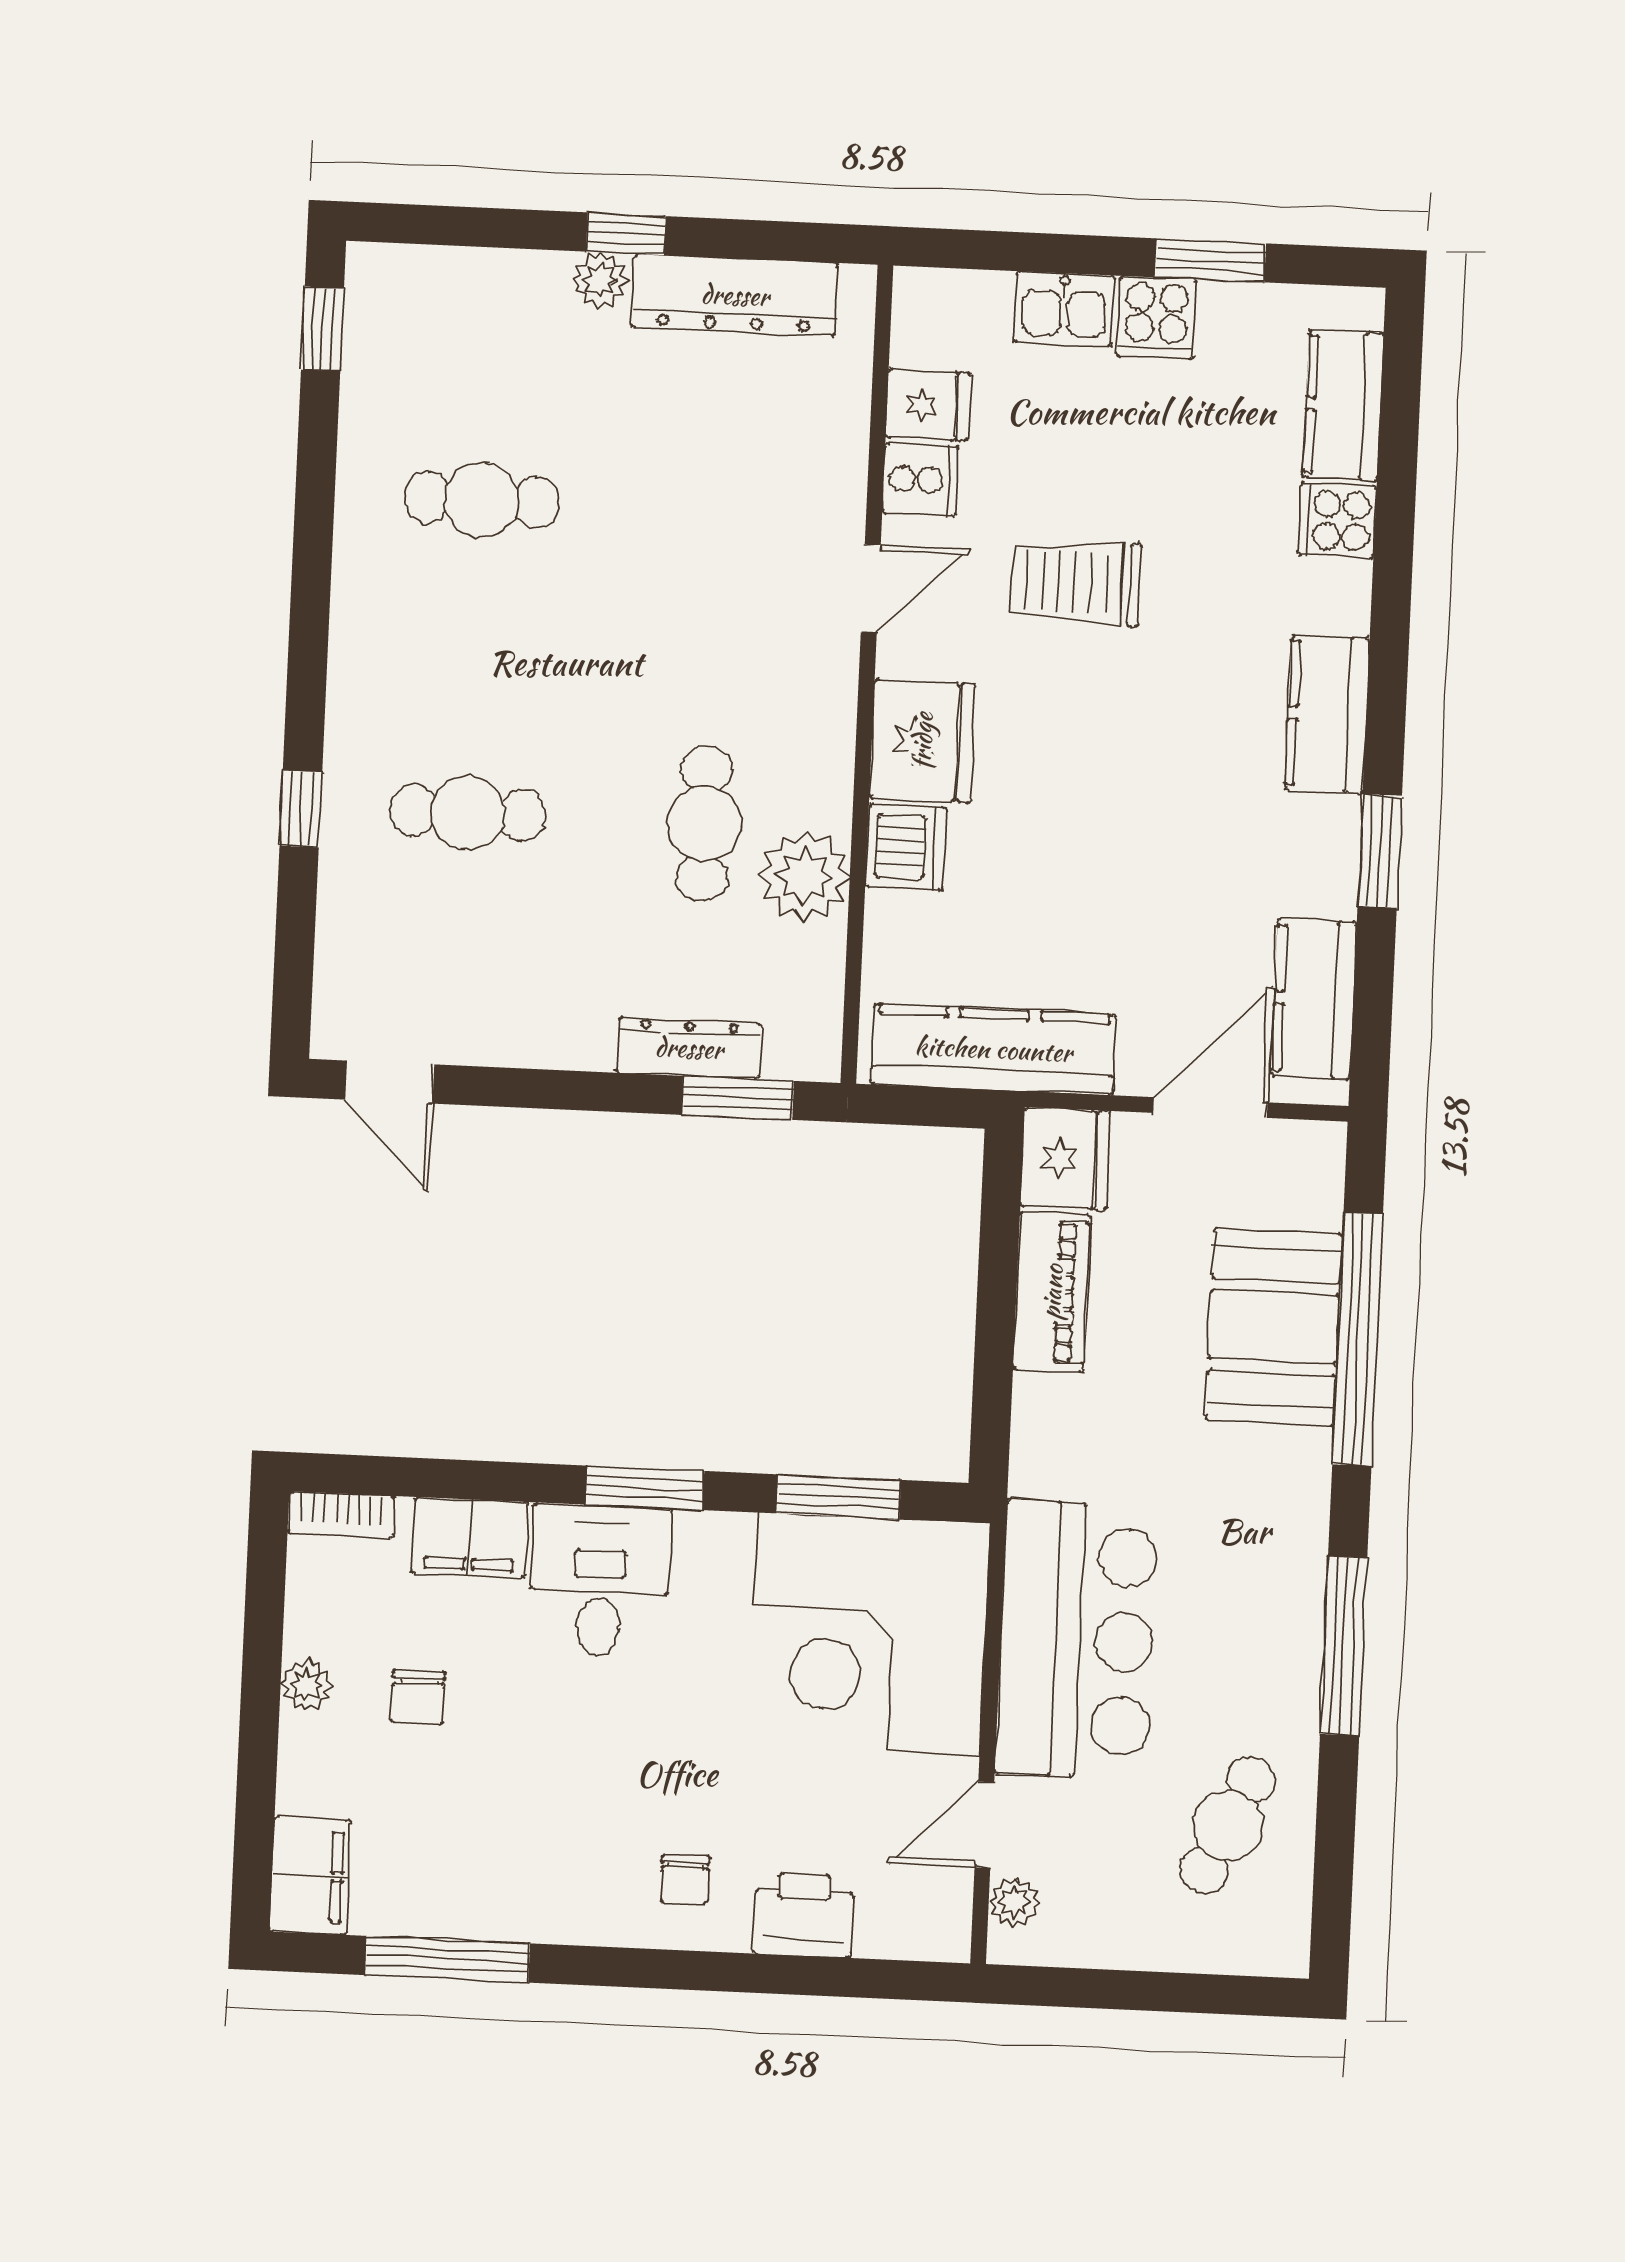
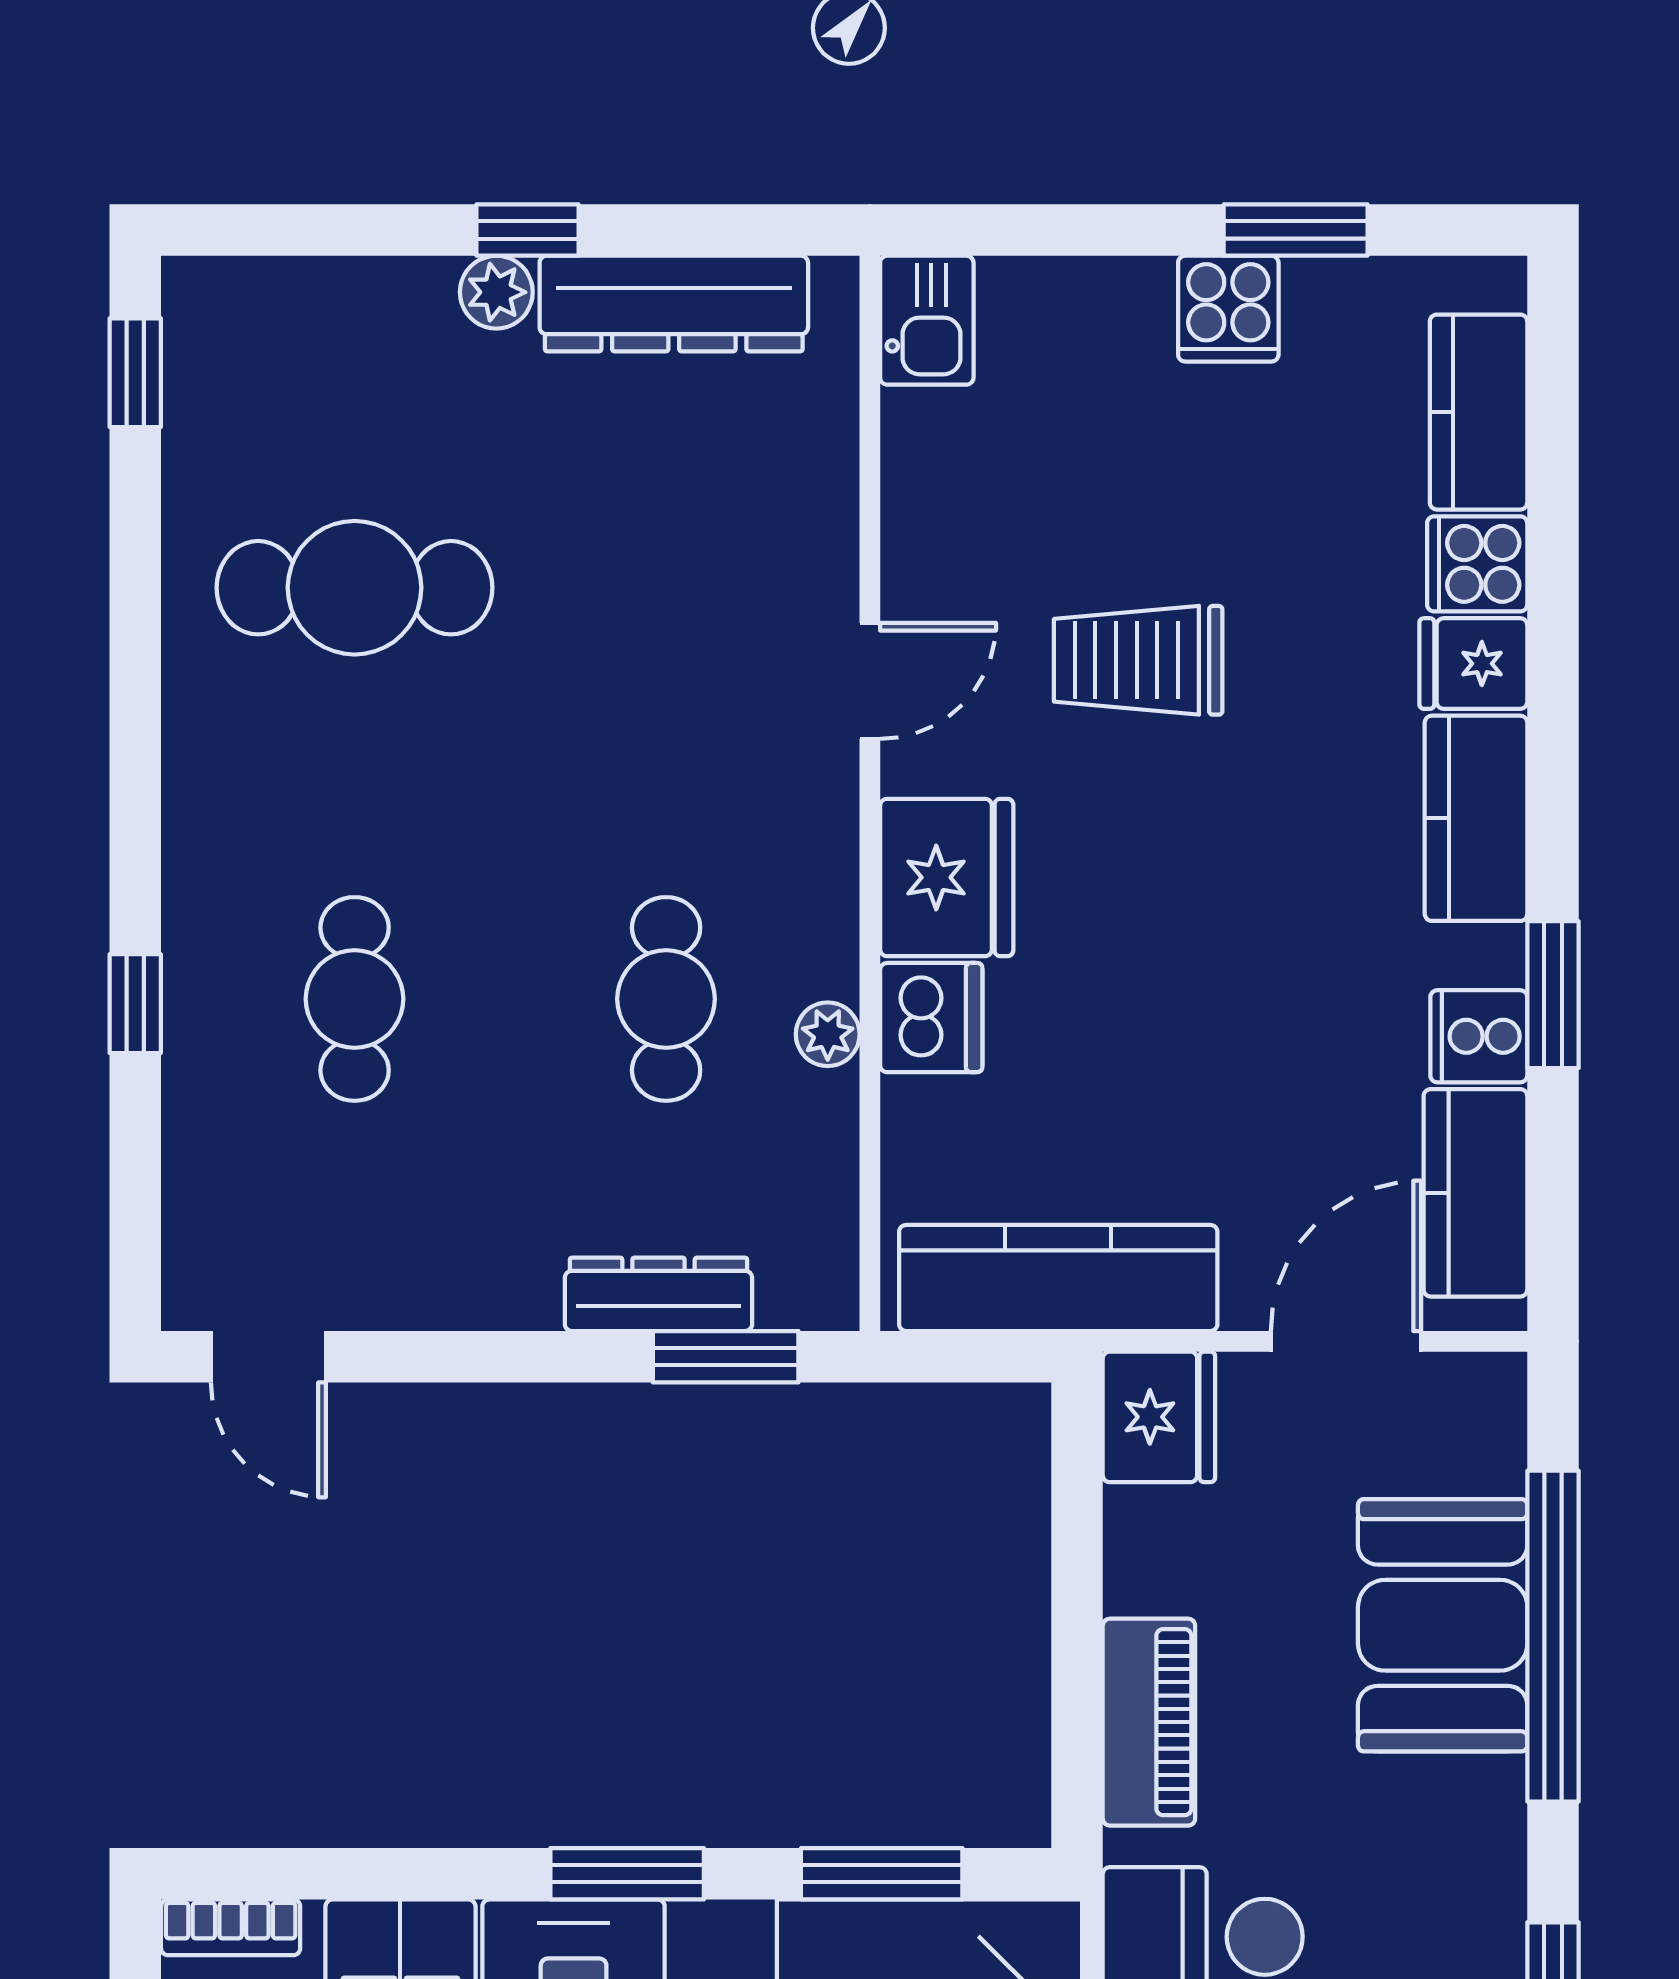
kitchen sink: (1064, 309) -> (927, 320), moved, turned -90
fridge: (928, 405) -> (1473, 664), moved, turned 180
cooker: (921, 480) -> (1479, 1036), moved, turned 180
cafe table: (482, 500) -> (355, 588), width x1.37, depth x1.35
cafe table: (468, 813) -> (355, 999), turned 90
plant: (804, 876) -> (828, 1034), width x0.53, depth x0.53
piano: (1052, 1292) -> (1149, 1722), moved

